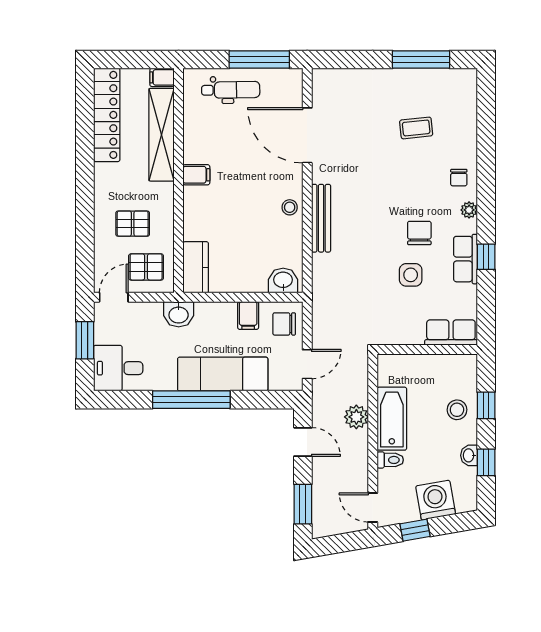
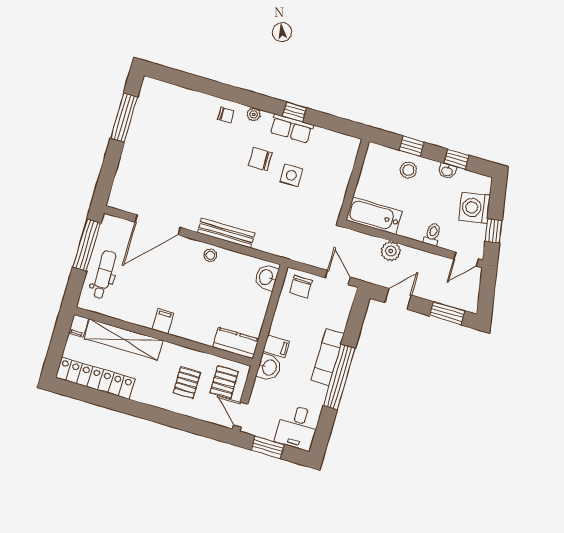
coffee table: (416, 128) -> (177, 137), removed
filing cabinet: (248, 315) -> (276, 346), moved
row of seats: (451, 333) -> (346, 157), removed
exam couch: (223, 374) -> (328, 357), width x0.73, depth x0.69
bathtub: (392, 419) -> (374, 216), moved

